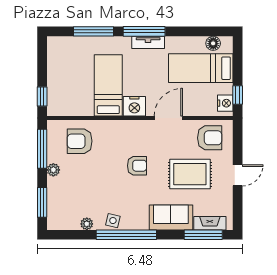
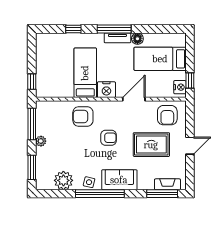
window: (94, 31) -> (73, 29), width x0.46
floor lamp: (213, 43) -> (137, 39), moved
armchair: (210, 138) -> (167, 115), turned 90
armchair: (80, 141) -> (83, 116), moved
sofa: (171, 217) -> (119, 180), moved
plant: (87, 224) -> (63, 180), width x1.87, depth x1.87

